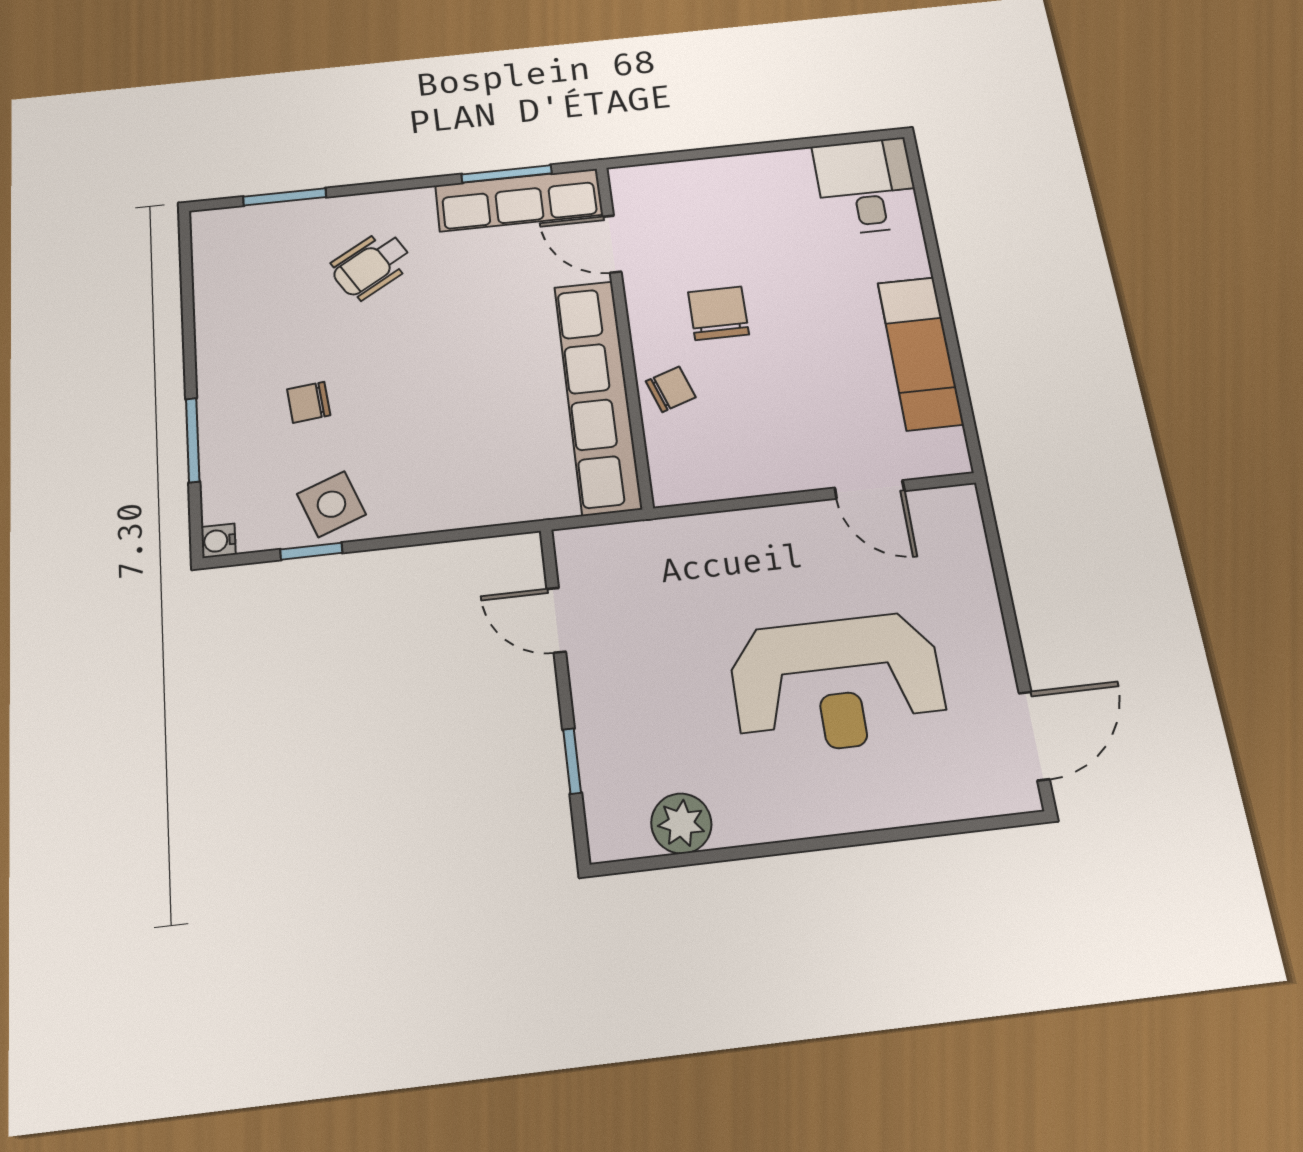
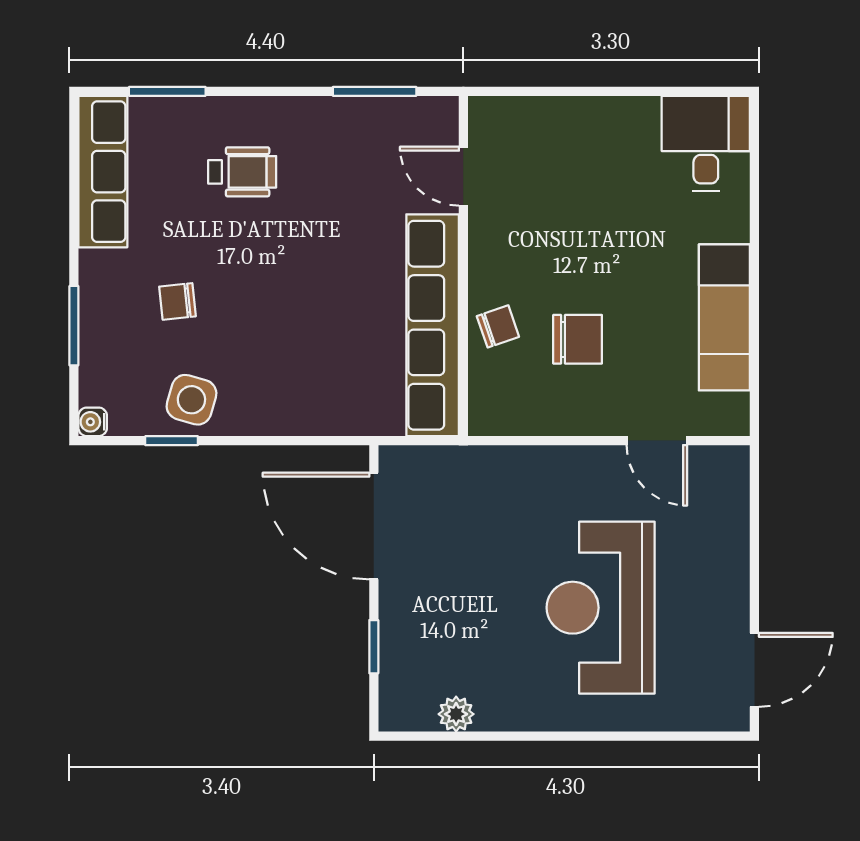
row of seats: (519, 200) -> (103, 172), moved, turned -90
wheelchair: (371, 265) -> (242, 172), turned -149
chair: (718, 313) -> (578, 339), moved, turned 90
side table: (331, 504) -> (191, 400), turned 37
door: (556, 620) -> (374, 526), width x1.88
reception desk: (837, 684) -> (601, 608), turned 90
plant: (681, 823) -> (456, 714), width x0.73, depth x0.73

